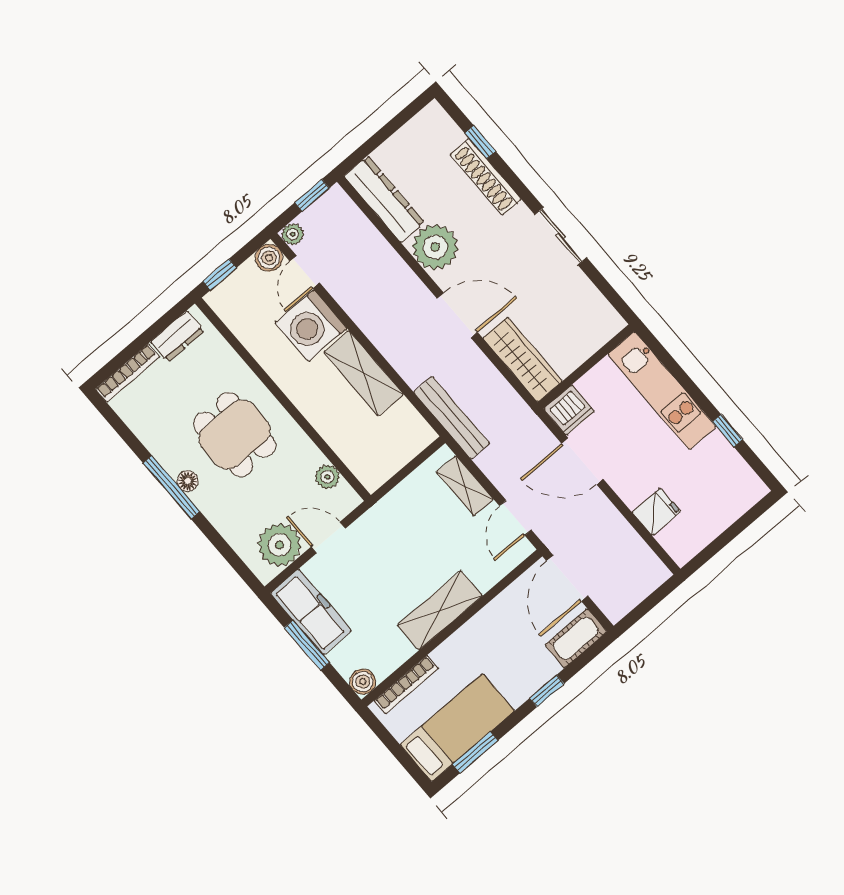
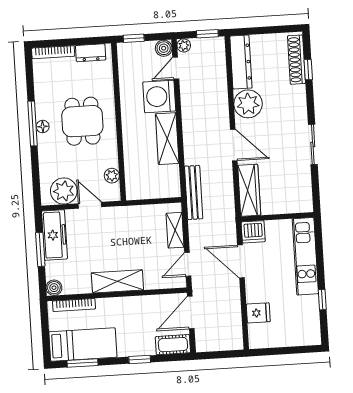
shoe rack: (486, 177) -> (296, 60), moved

